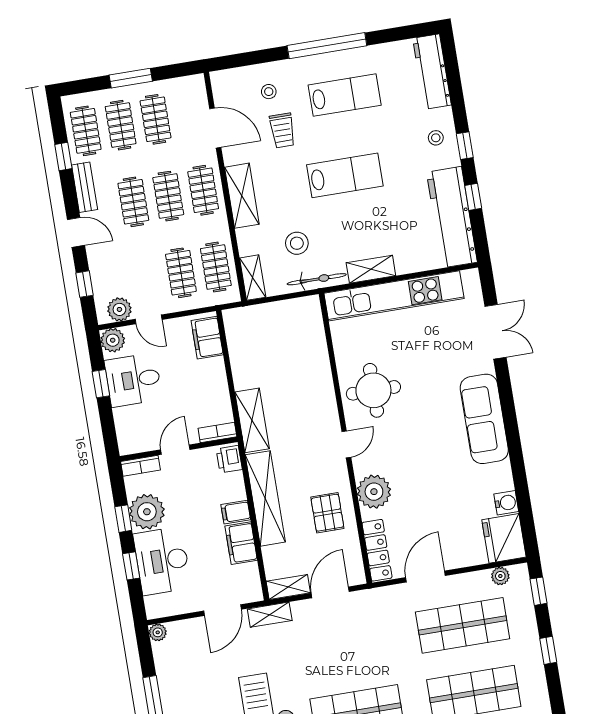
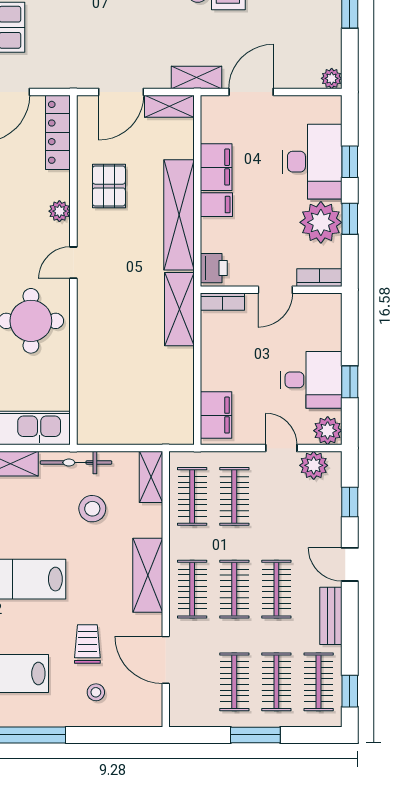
window: (63, 157) -> (350, 691), moved
plant: (374, 492) -> (59, 211), width x0.53, depth x0.53

